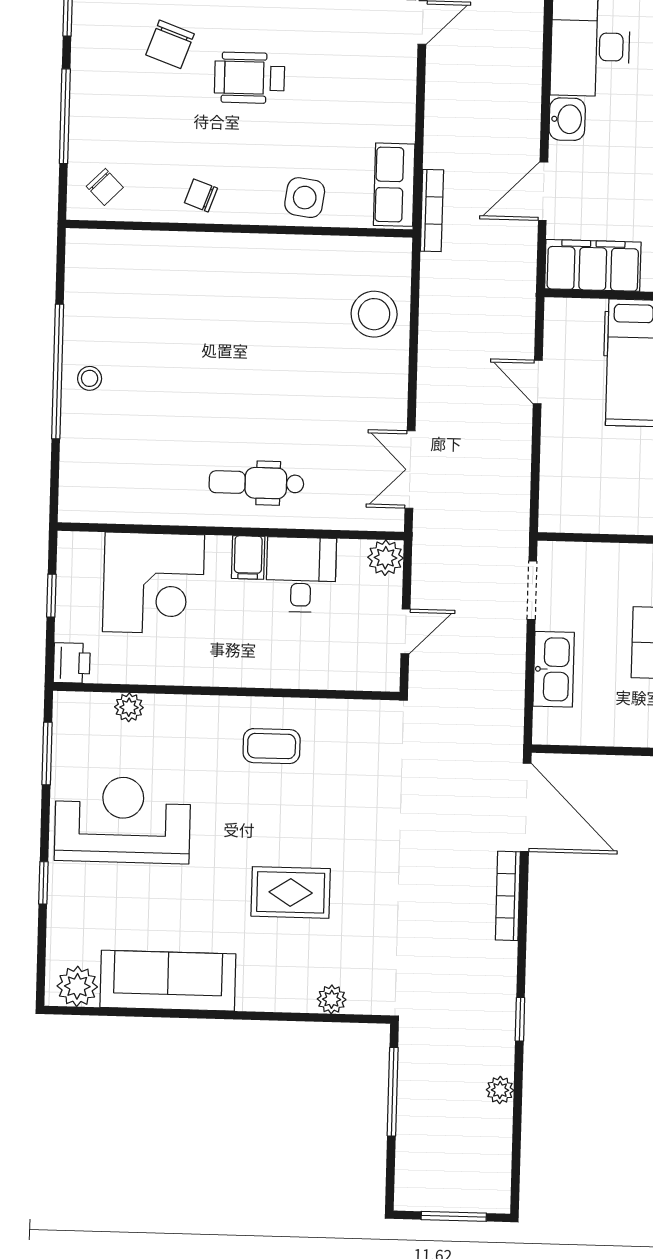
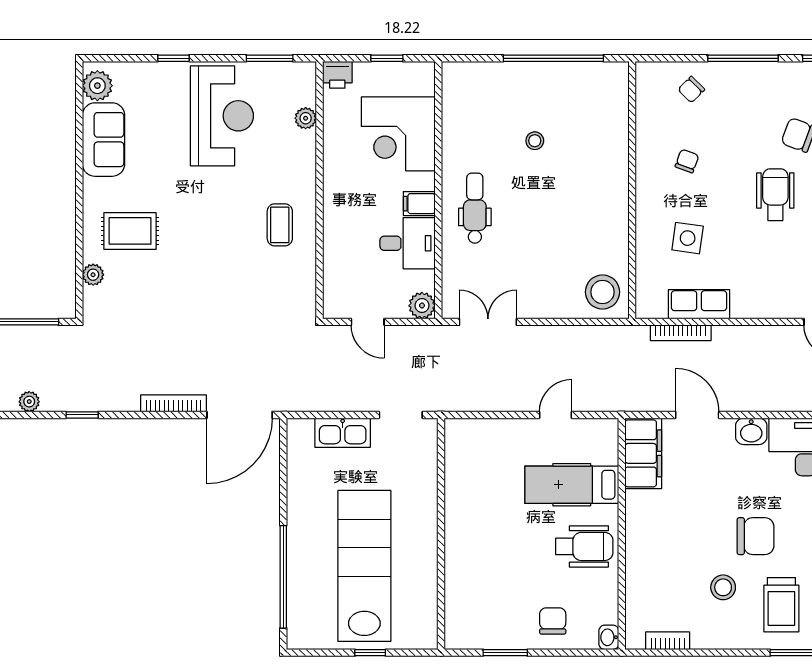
wall: (239, 229) -> (632, 190), moved
stool: (90, 378) -> (535, 141), moved
rug: (291, 892) -> (130, 231), moved, turned 90
sofa: (168, 981) -> (104, 140), width x0.73

